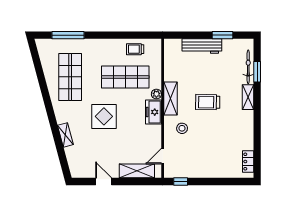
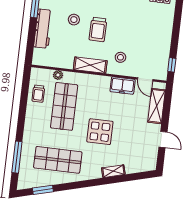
window: (38, 65) -> (43, 190), added
stool: (215, 76) -> (74, 20), added
plant: (156, 94) -> (58, 75), moved
freezer: (154, 112) -> (123, 86), moved
door: (104, 182) -> (163, 139), swing flipped

